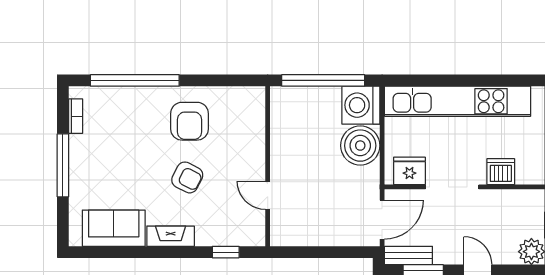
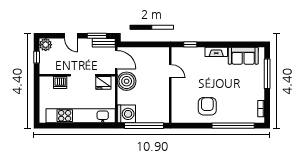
boiler: (360, 146) -> (127, 81), moved
window: (63, 165) -> (267, 74), moved
armchair: (187, 177) -> (208, 80), removed
door: (382, 220) -> (116, 60), swing flipped

